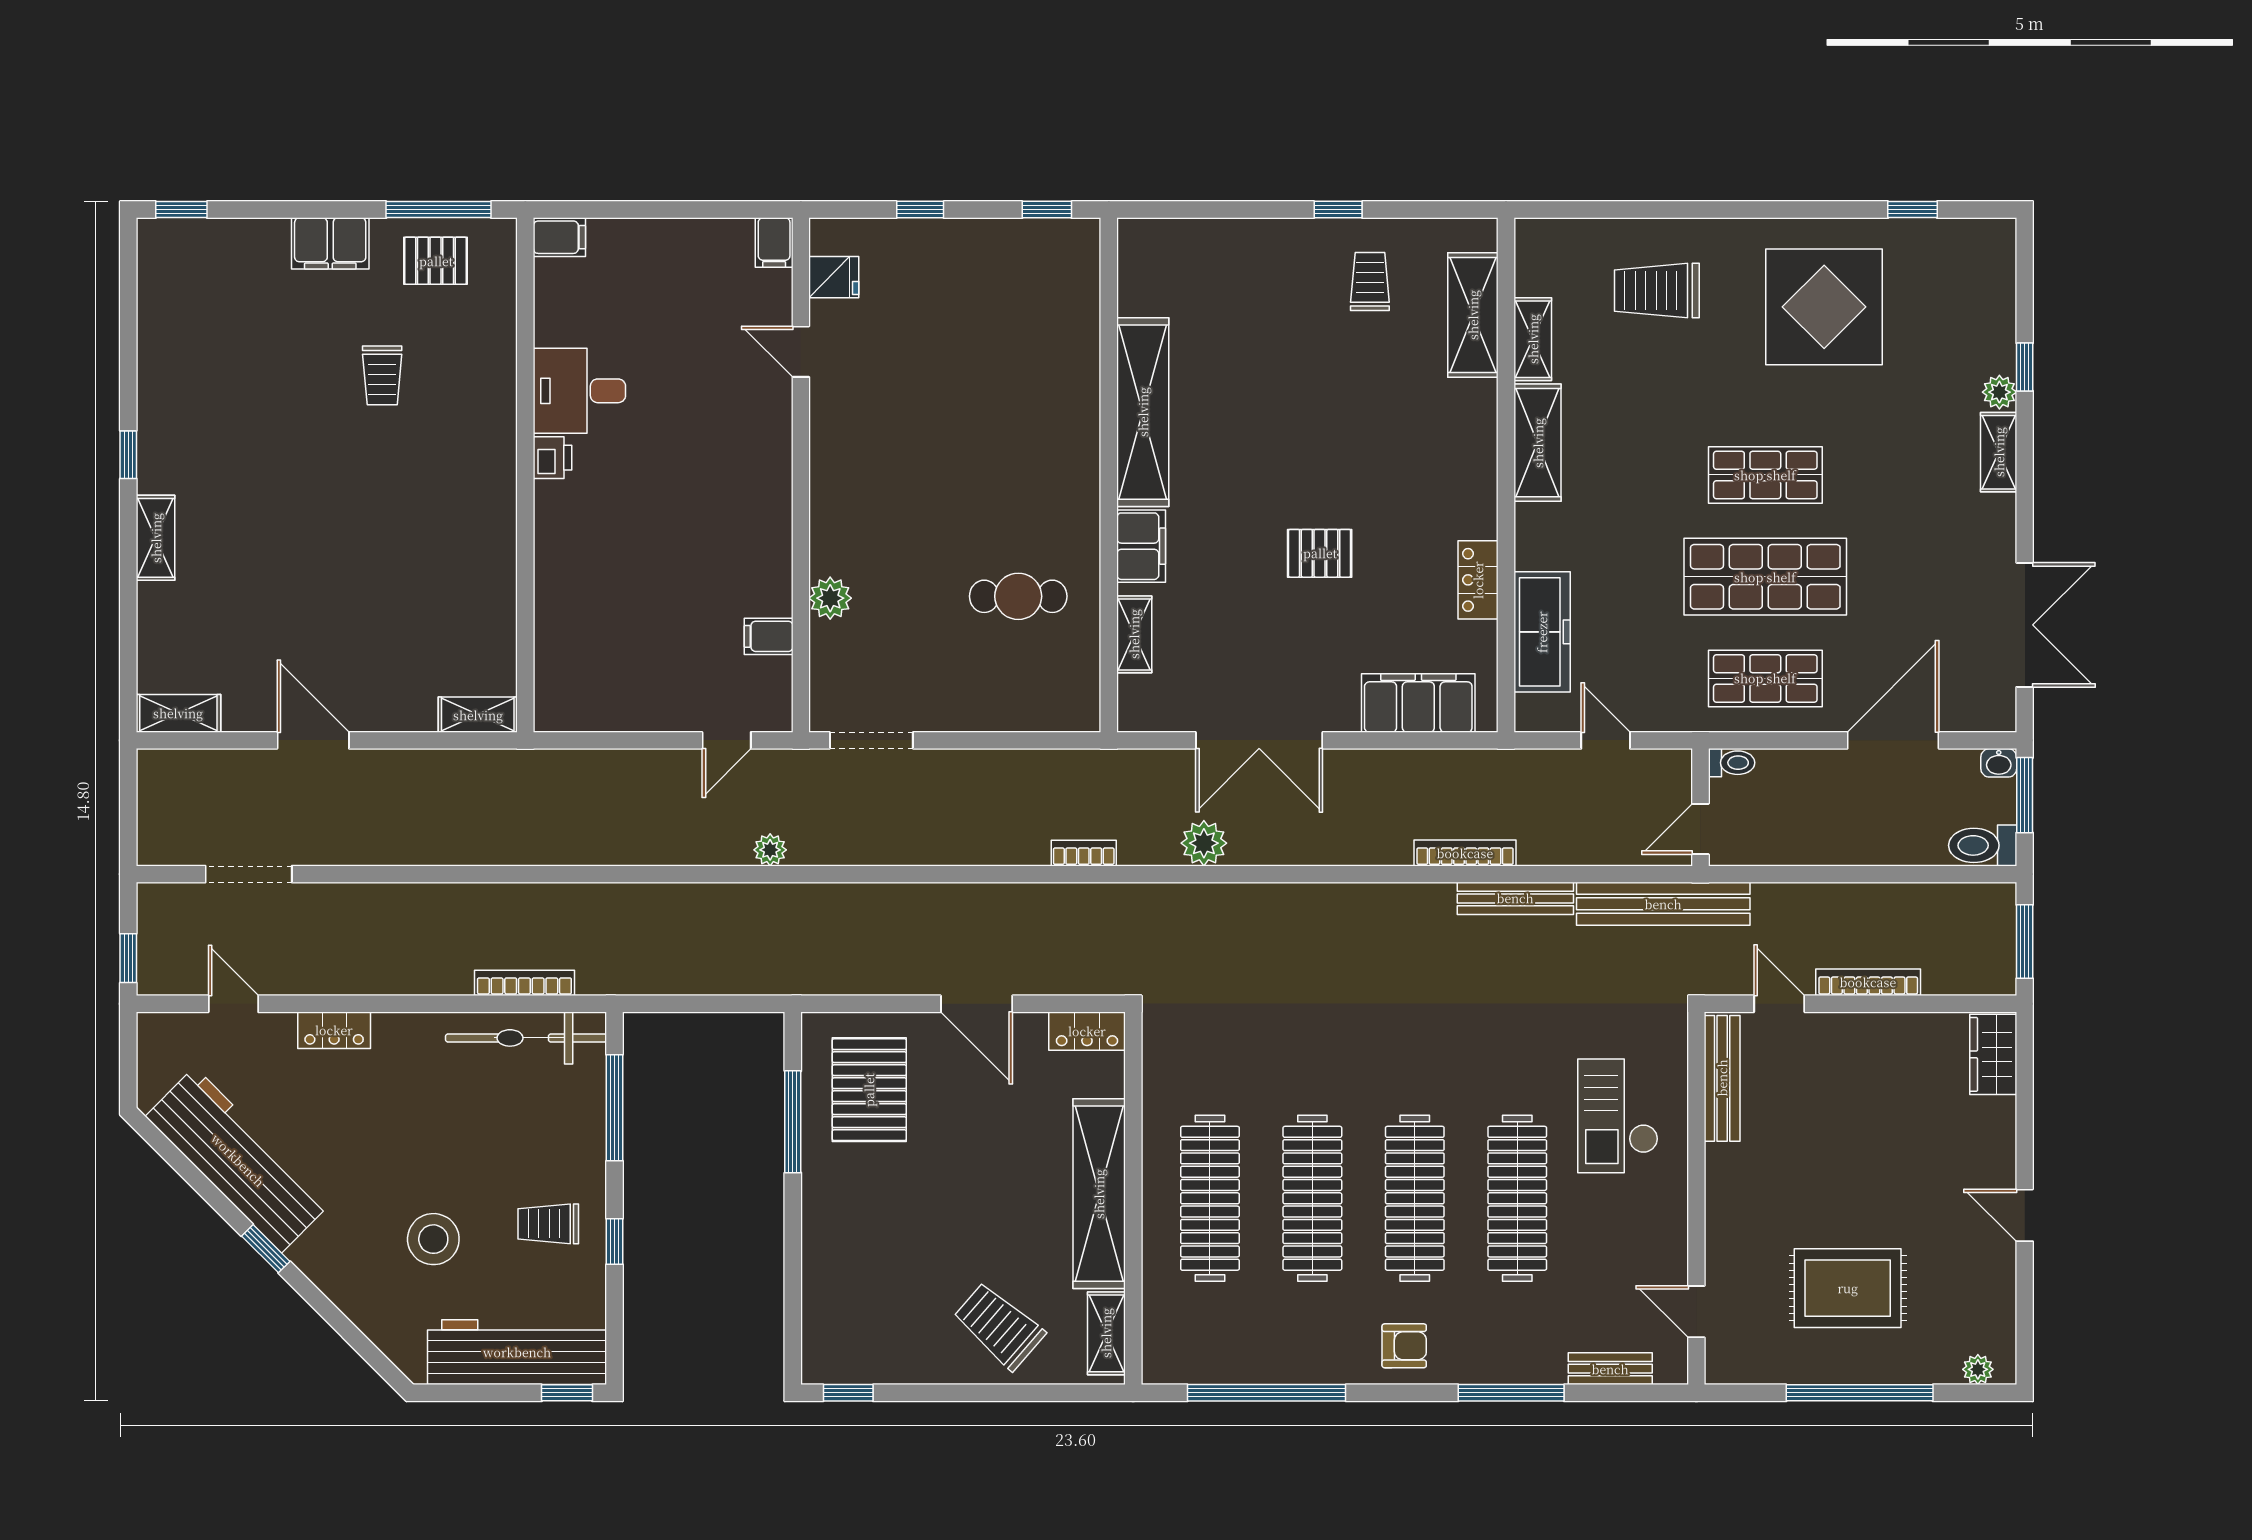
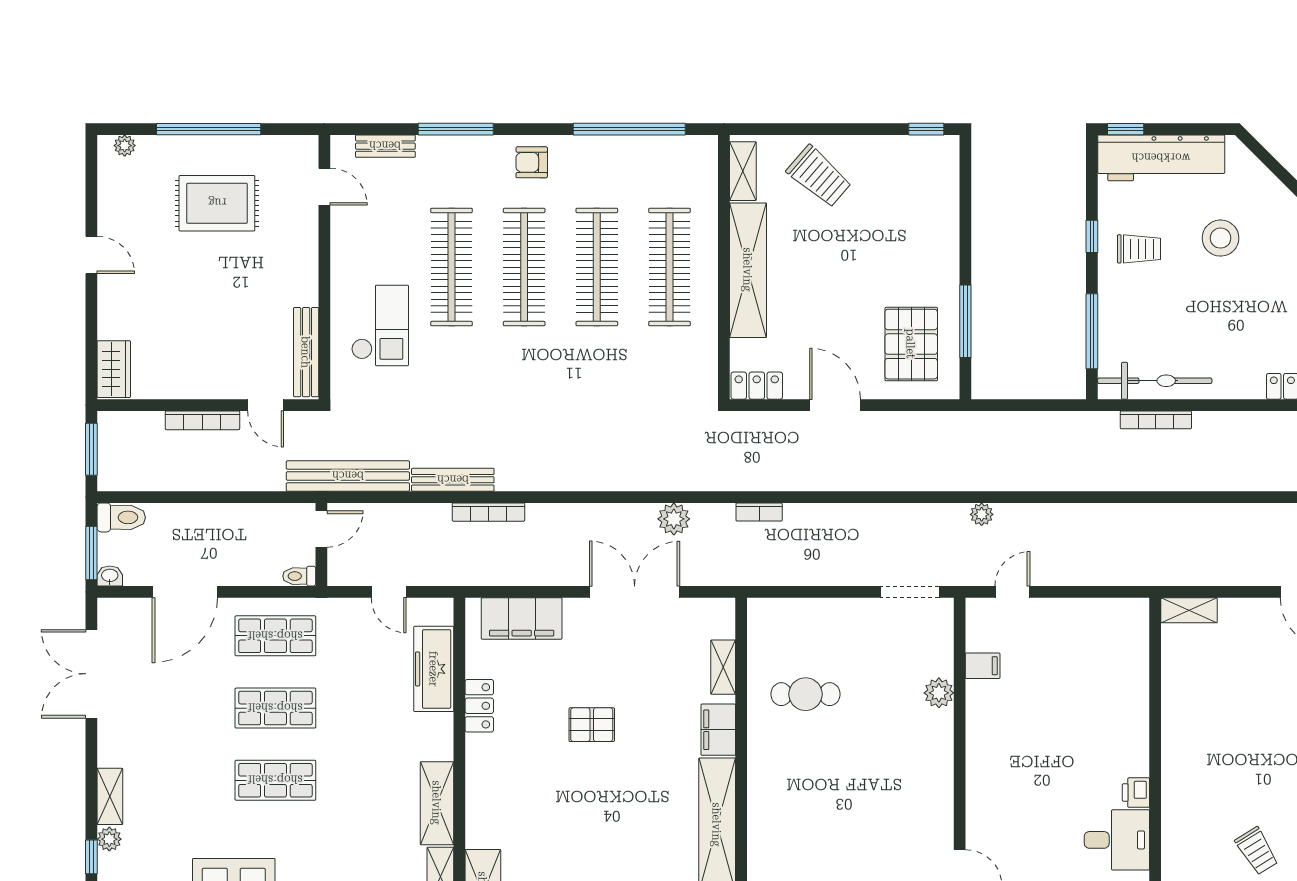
trolley: (382, 375) -> (1257, 851), turned 148
shop shelf: (1765, 577) -> (275, 708), width x0.70, depth x0.74

